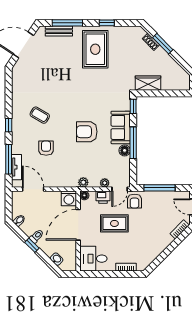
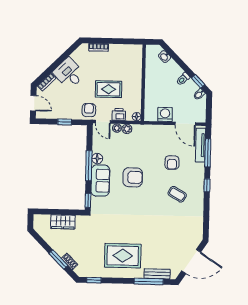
window: (107, 23) -> (94, 280), moved
rug: (95, 49) -> (123, 256), turned 90
wardrobe: (148, 83) -> (63, 222), moved
tv unit: (17, 167) -> (200, 145), width x1.41
plant: (83, 182) -> (127, 129), moved
window: (160, 188) -> (65, 122), width x0.46
door: (120, 189) -> (103, 122), swing flipped
washing machine: (69, 198) -> (165, 114), moved
door: (78, 225) -> (143, 89), removed
window: (32, 245) -> (198, 81), moved
desk: (93, 259) -> (69, 73), moved, turned -135

